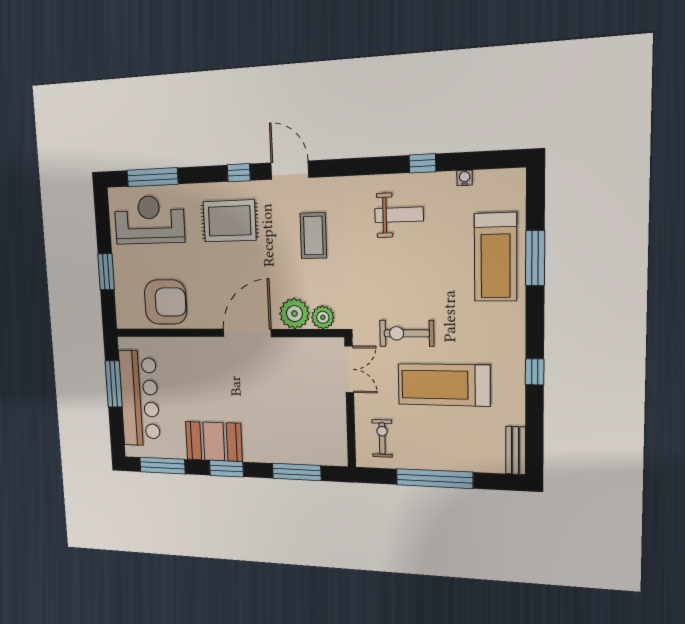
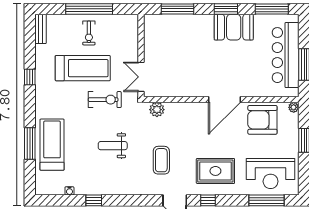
weight bench: (399, 215) -> (113, 146), moved
plant: (294, 314) -> (294, 107), moved, width x0.53, depth x0.53
door: (247, 333) -> (225, 100), moved
exercise bike: (382, 438) -> (89, 33), moved

